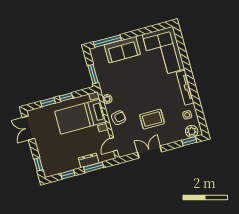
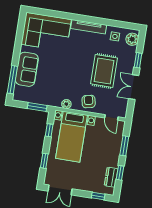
window: (66, 97) -> (49, 130), moved
rug: (152, 119) -> (104, 71), width x1.36, depth x1.43
window: (189, 141) -> (138, 60), moved
dresser: (89, 160) -> (111, 177), moved

